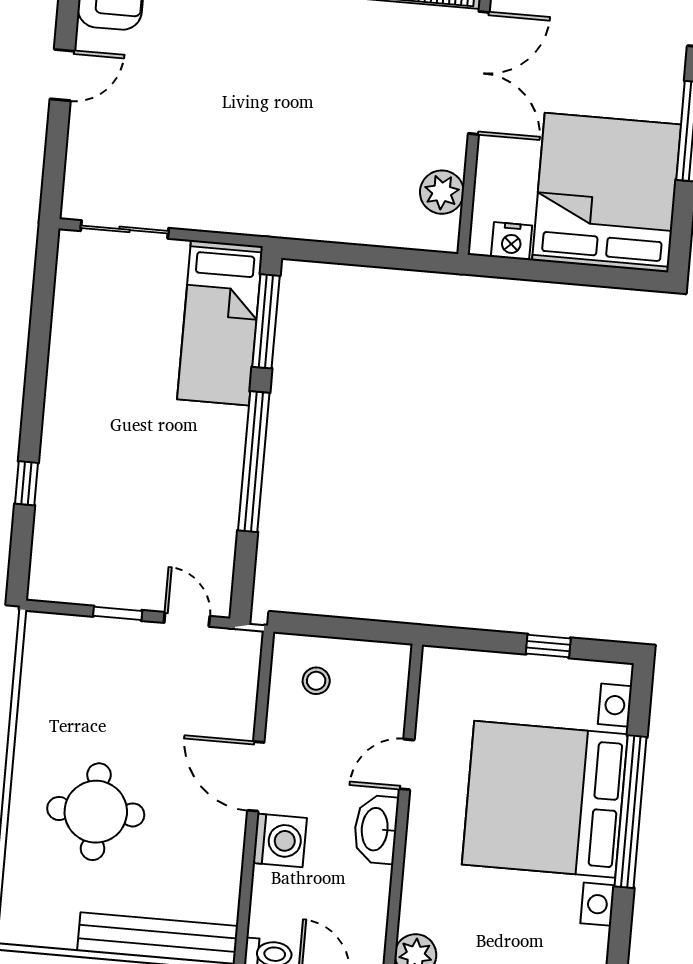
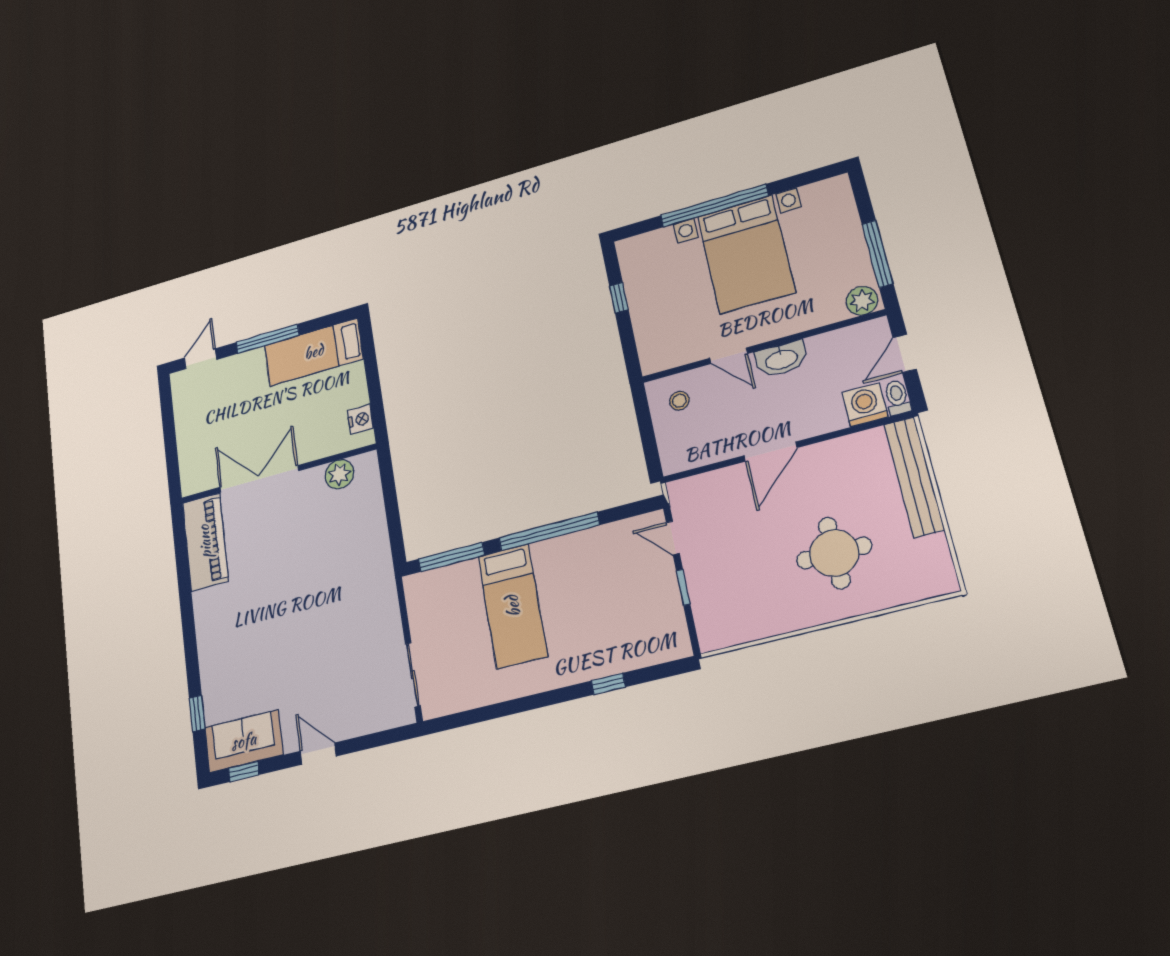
bed: (607, 192) -> (314, 352), width x0.49
bed: (220, 323) -> (513, 606), moved, turned 90
door: (187, 619) -> (673, 538), hinge flipped
stool: (316, 681) -> (679, 401), moved
bed with nightstands: (545, 799) -> (746, 254), width x0.73
washing machine: (280, 840) -> (865, 405), moved

